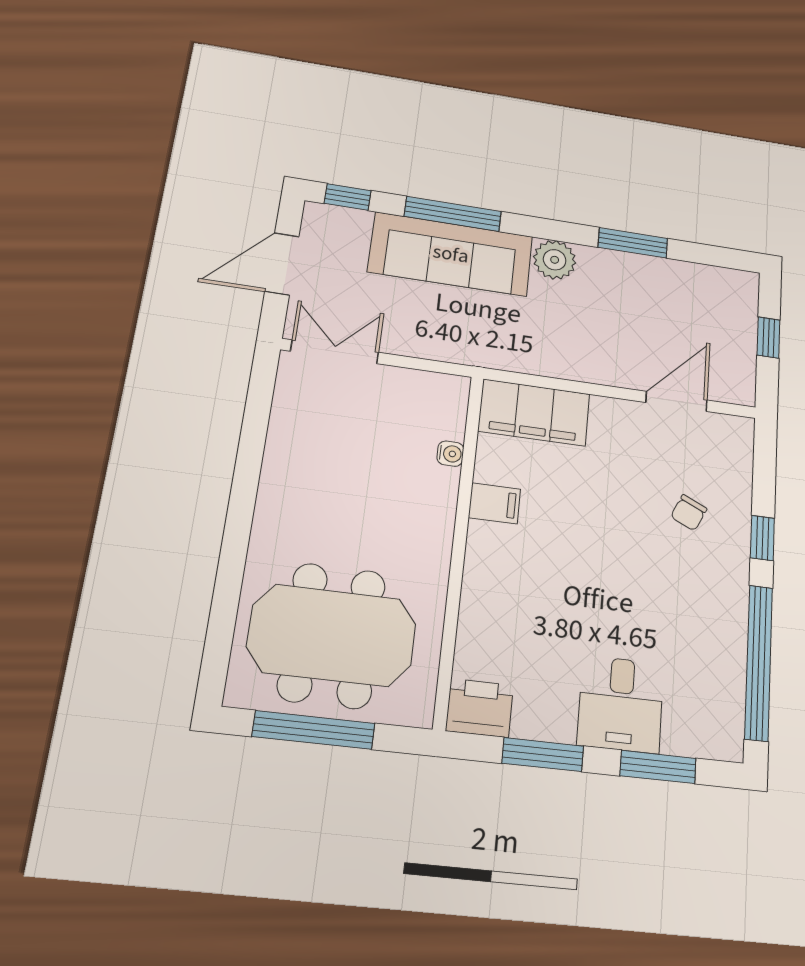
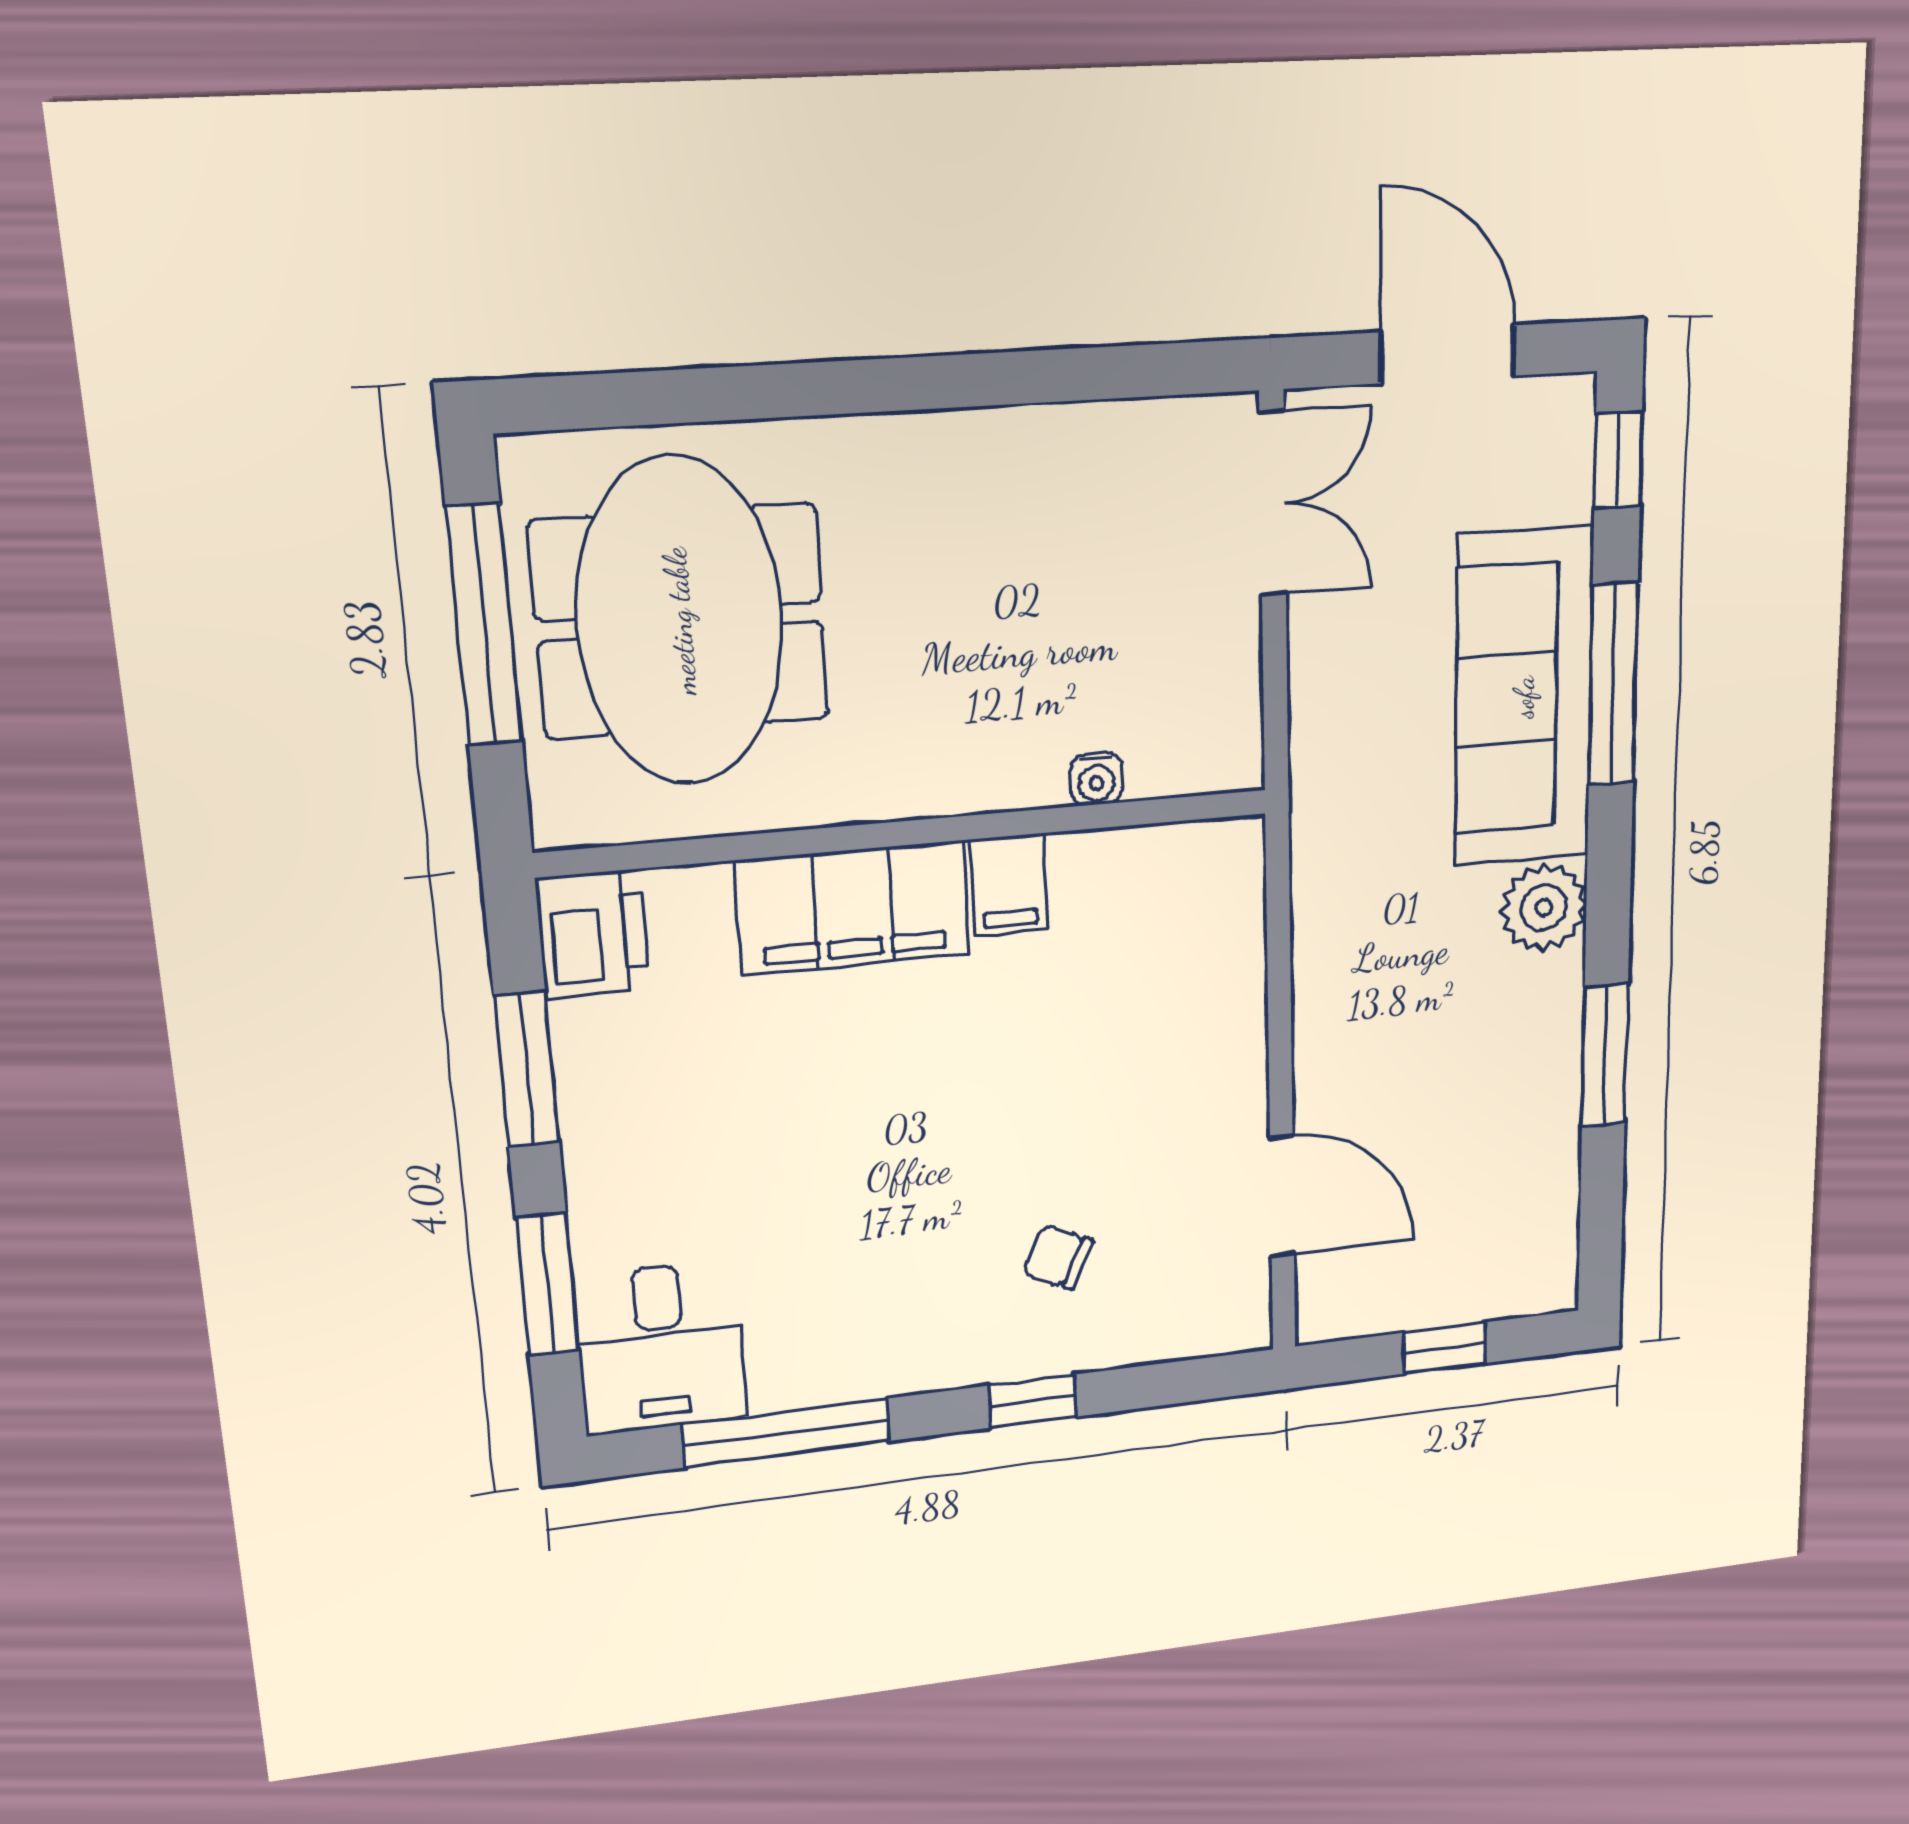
filing cabinet: (534, 412) -> (853, 908), moved, turned -90
window: (759, 662) -> (787, 1433), width x0.68
desk: (621, 704) -> (661, 1348), moved, turned -90

